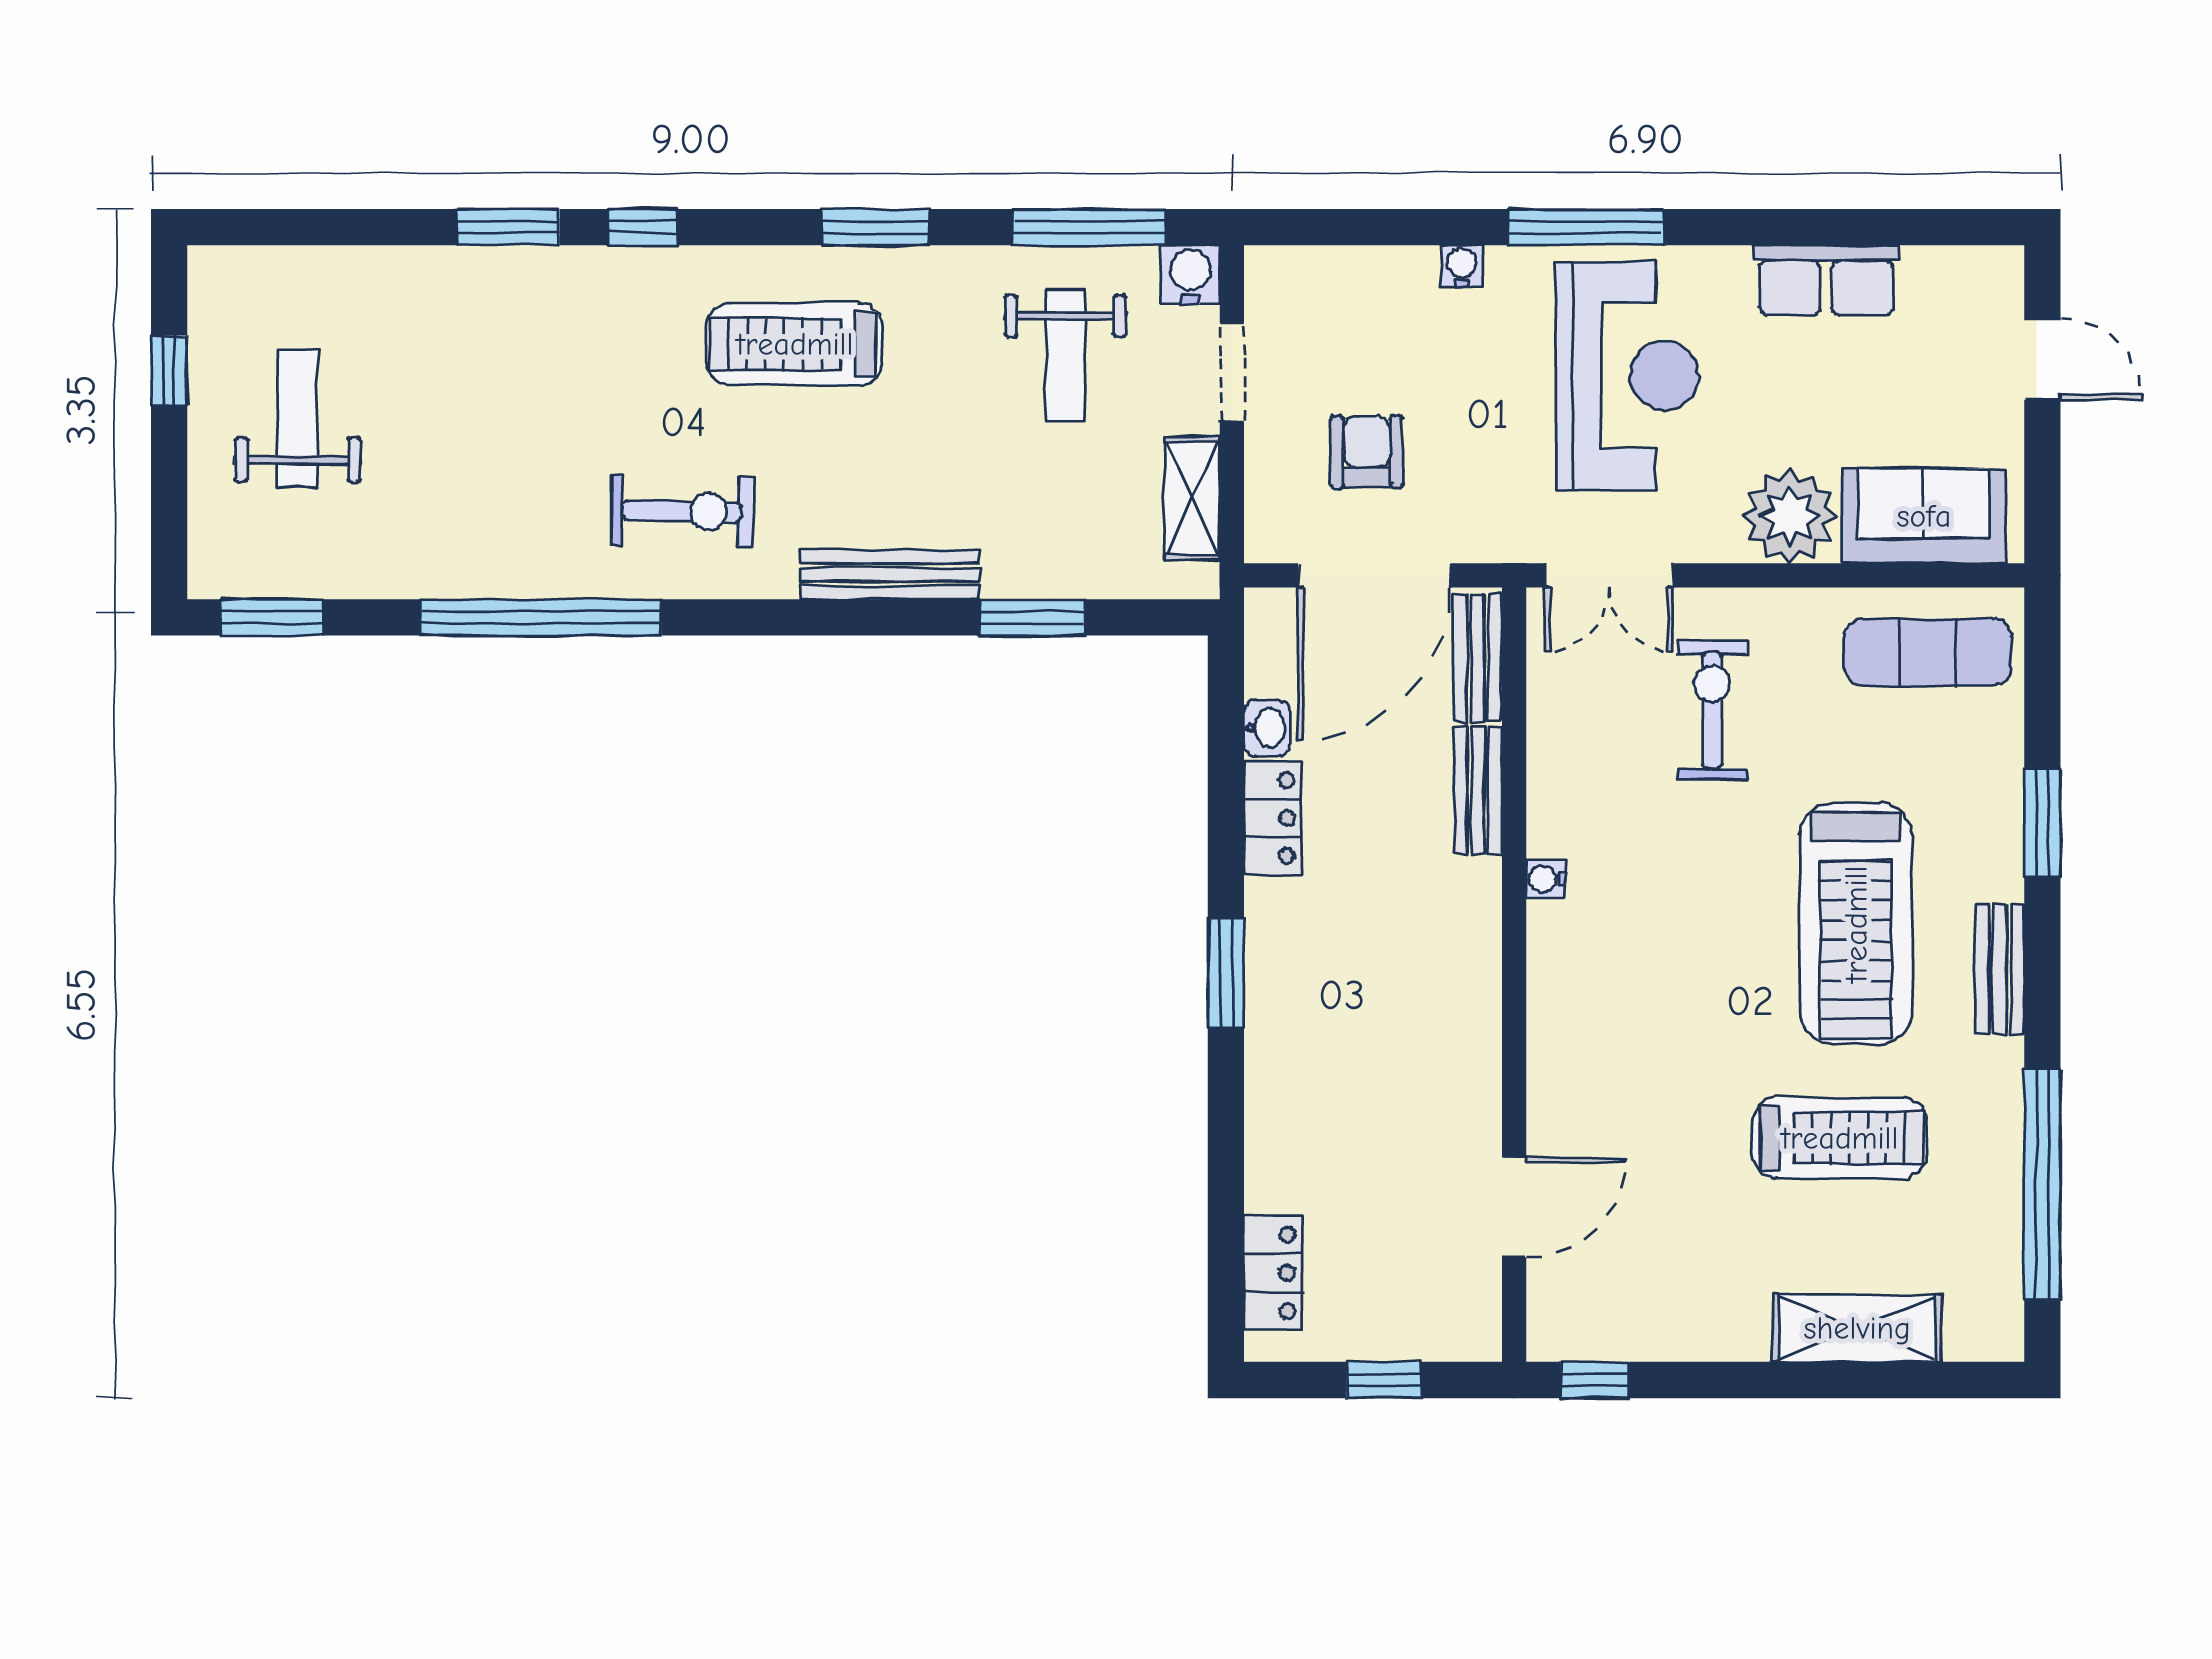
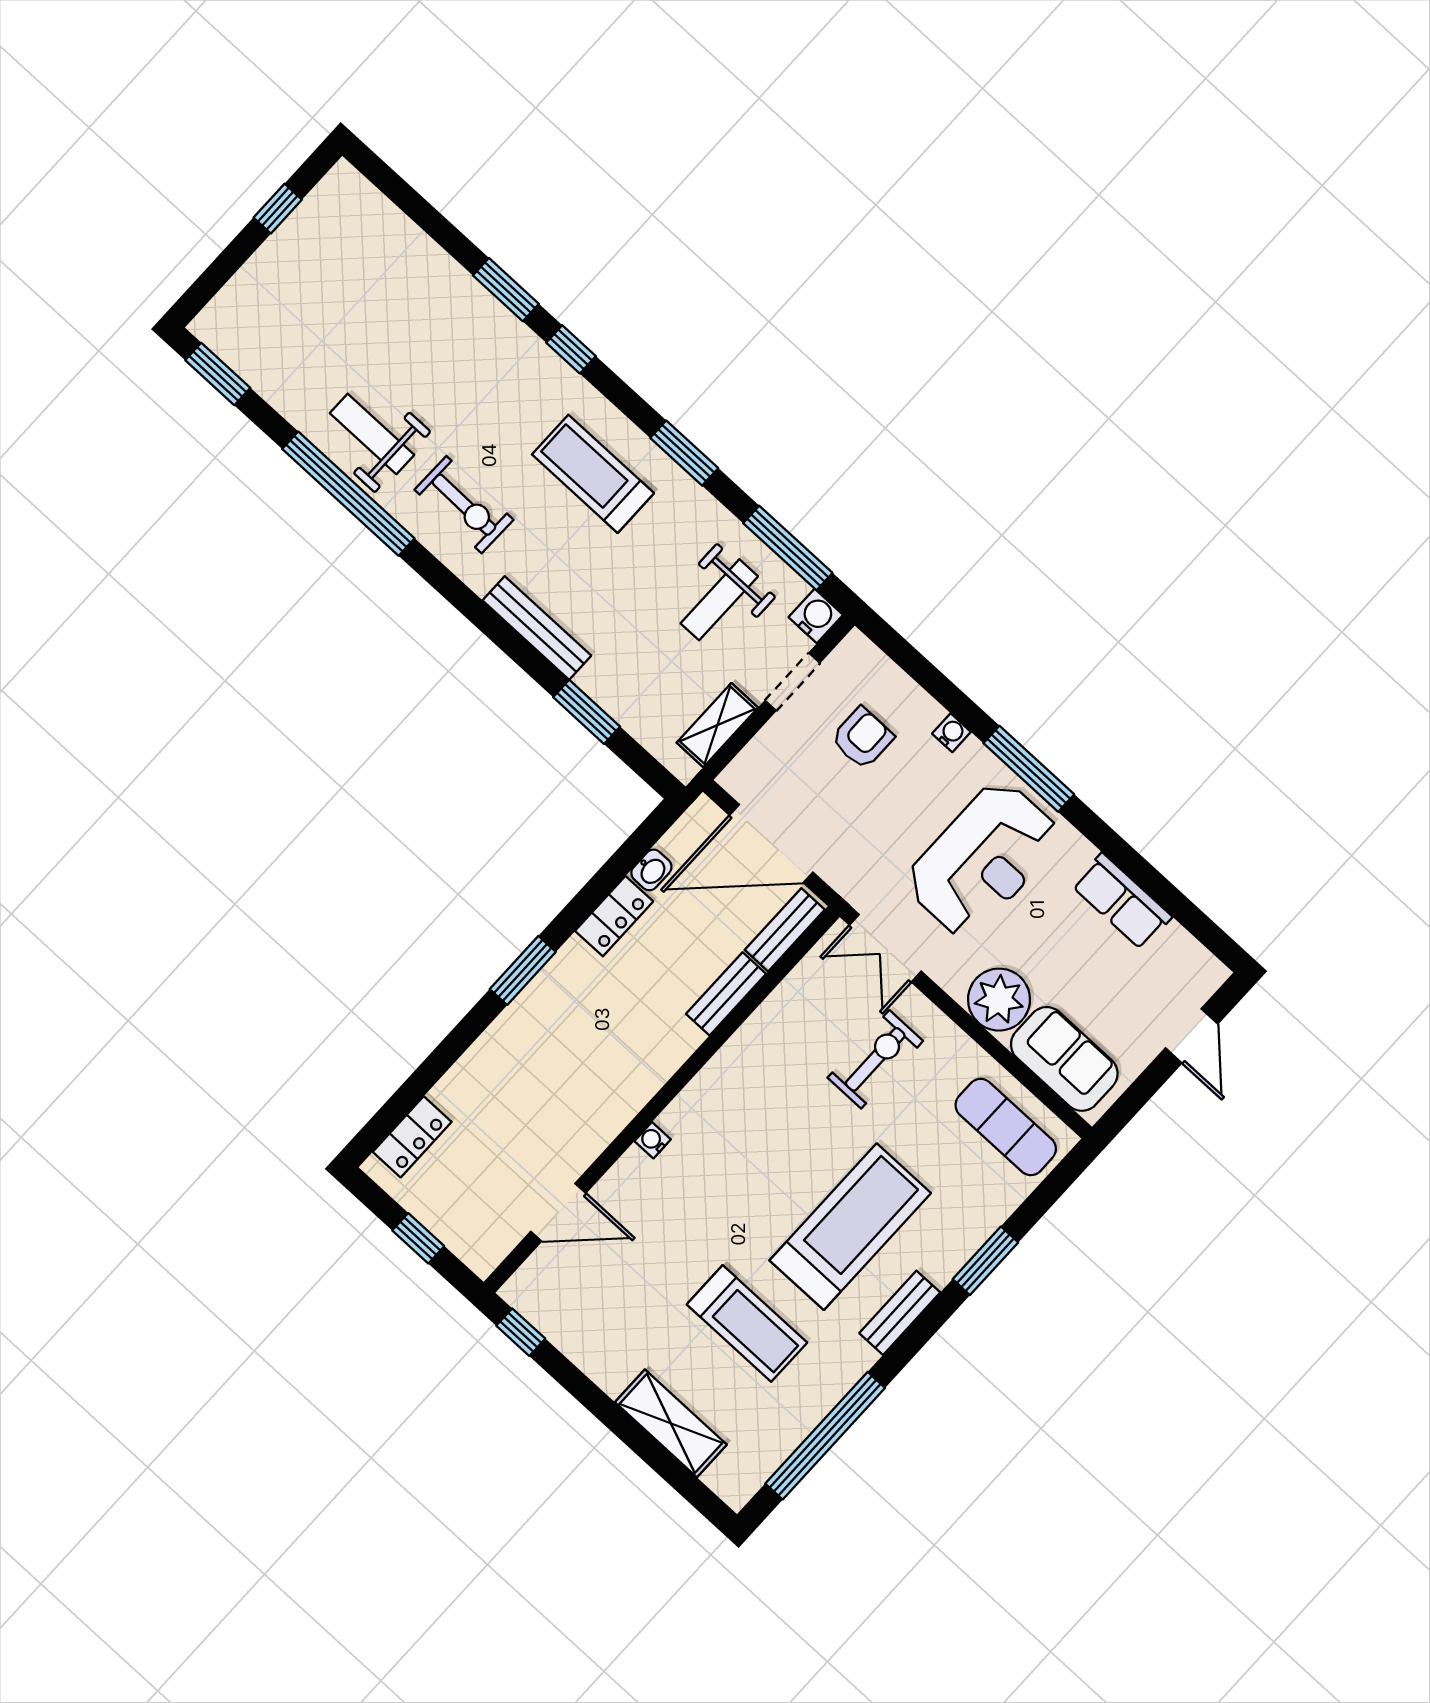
weight bench: (298, 418) -> (372, 434), moved, turned -90
armchair: (1367, 452) -> (862, 738), moved
water cooler: (1546, 879) -> (653, 1140), moved
treadmill: (1856, 924) -> (850, 1227), turned 180

